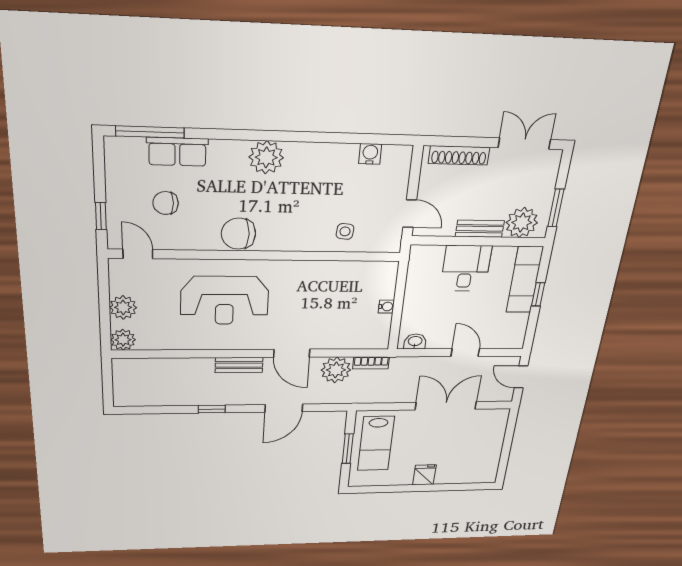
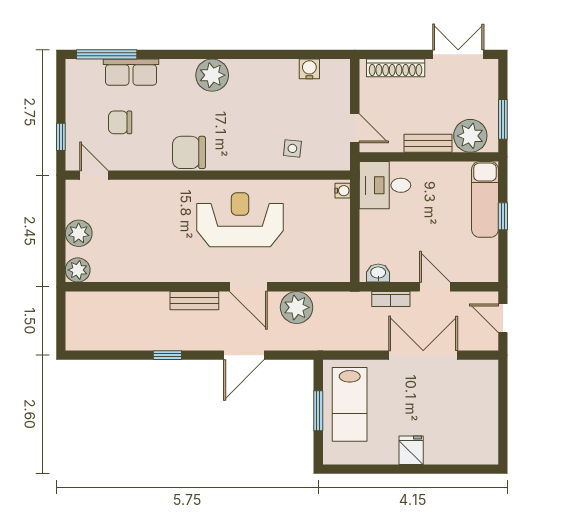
desk: (466, 268) -> (385, 185), moved, turned -90
reception desk: (225, 300) -> (240, 220), moved, turned 180
water cooler: (386, 307) -> (343, 191), moved
bookcase: (371, 363) -> (391, 299), moved

